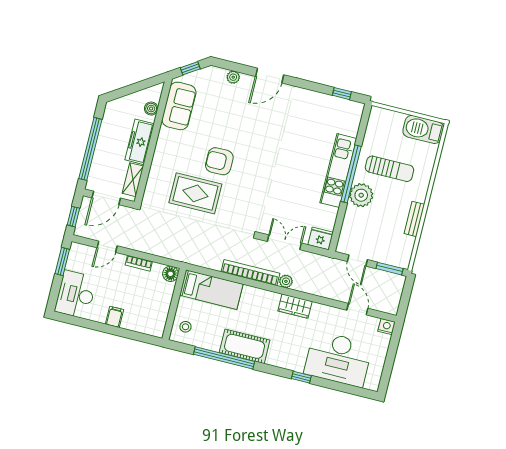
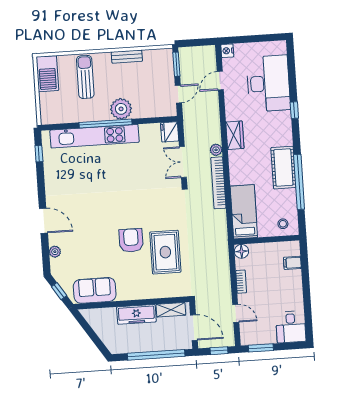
boiler: (151, 109) -> (105, 314), removed
armchair: (219, 161) -> (131, 240), turned 180
sun lounger: (390, 169) -> (85, 77), moved
kitchen unit: (338, 171) -> (94, 136), width x1.36
desk: (76, 294) -> (291, 327), width x0.73
filing cabinet: (114, 317) -> (292, 263), moved

